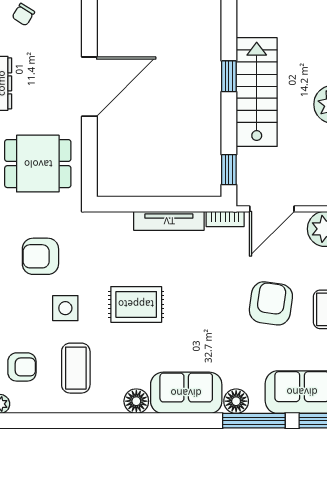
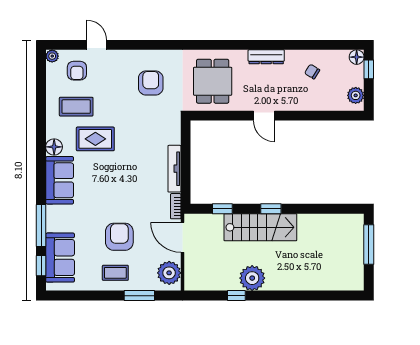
door: (89, 87) -> (264, 116), width x0.53
window: (229, 170) -> (222, 209), moved
armchair: (271, 303) -> (119, 237), turned -98
rug: (136, 304) -> (95, 139), moved, turned 90
side table: (65, 308) -> (116, 100), removed
floor lamp: (236, 401) -> (54, 214), removed

